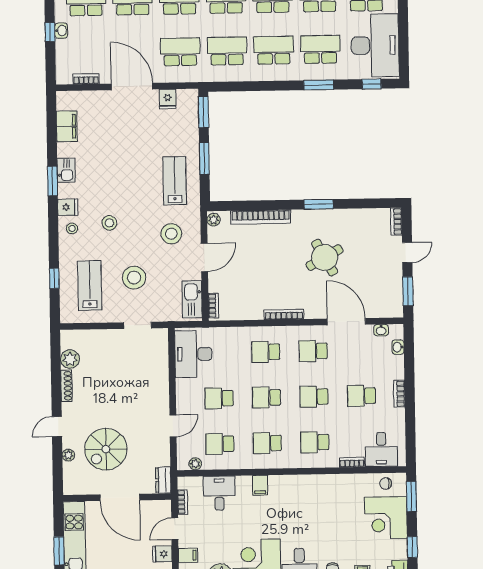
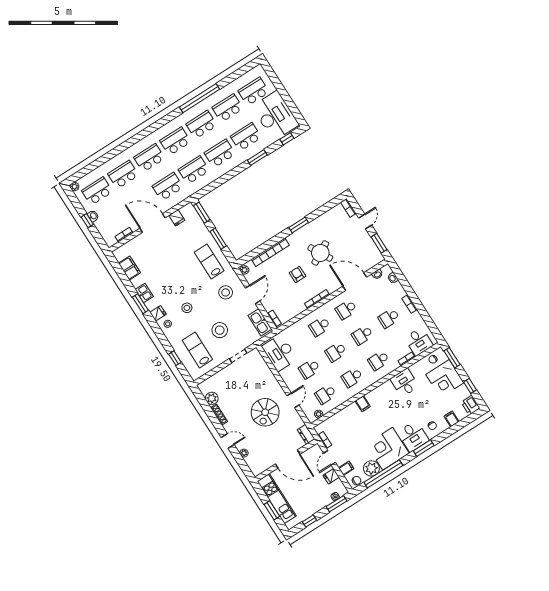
armchair: (278, 267) -> (298, 274), added
door: (57, 427) -> (228, 441), swing flipped
spiral stairs: (106, 449) -> (265, 412), moved
desk: (219, 493) -> (405, 383), moved

